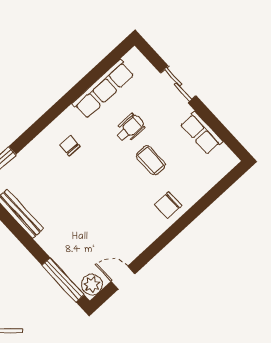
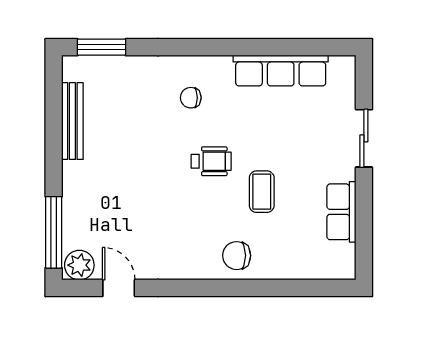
wheelchair: (130, 128) -> (211, 161), moved
chair: (70, 146) -> (191, 98), turned -92

